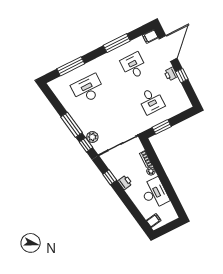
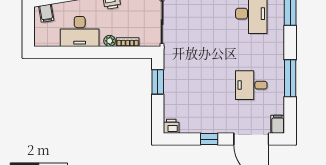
desk: (134, 66) -> (251, 85), turned 180
printer: (171, 74) -> (171, 126), moved
desk: (151, 101) -> (197, 85), removed

